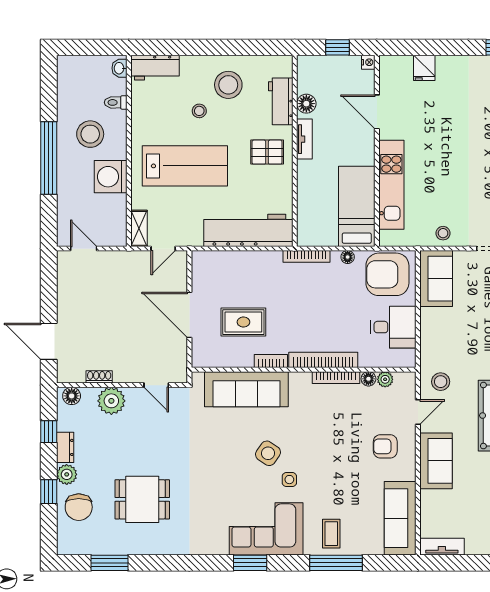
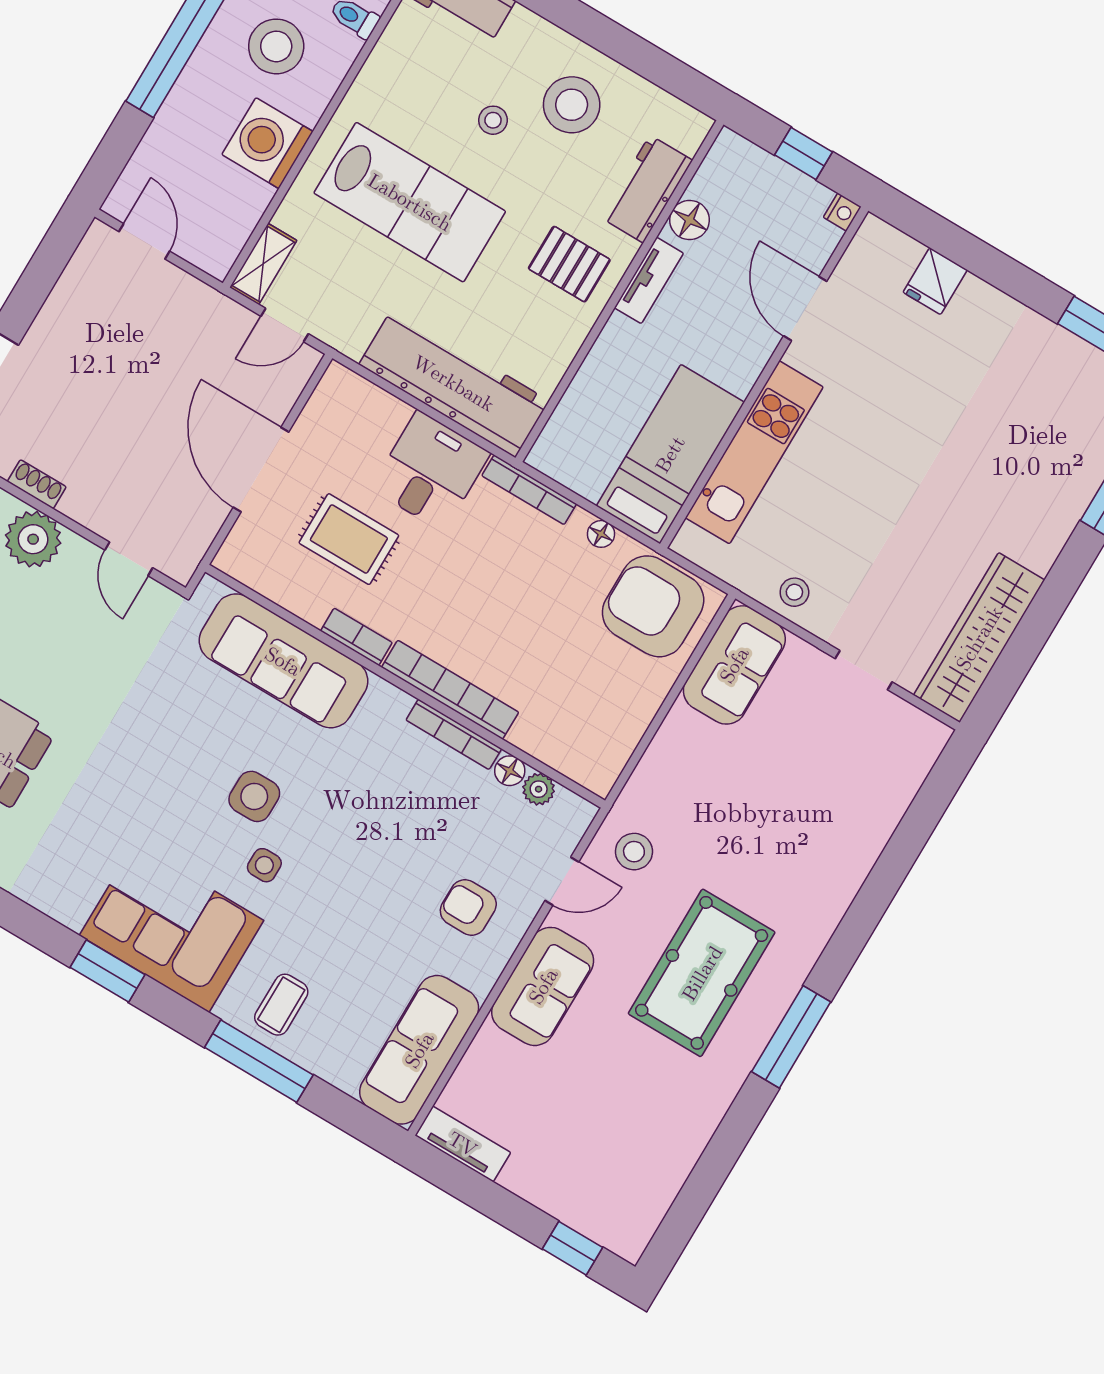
desk: (393, 327) -> (430, 471), moved, turned -90
side table: (268, 453) -> (254, 796), turned -34

